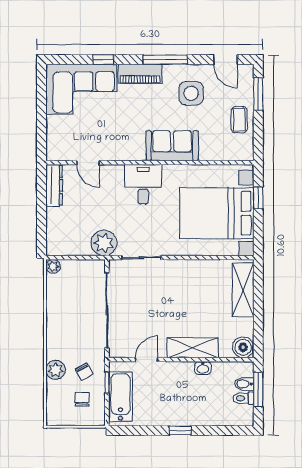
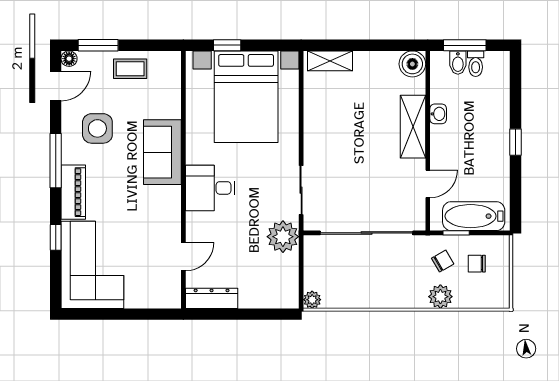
floor lamp: (247, 70) -> (69, 59), added
shelving: (243, 290) -> (330, 61), width x0.67, depth x0.75
door: (146, 360) -> (428, 184), swing flipped

